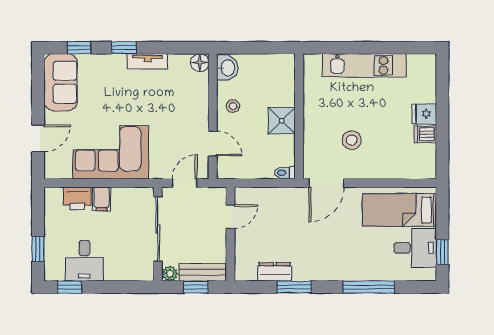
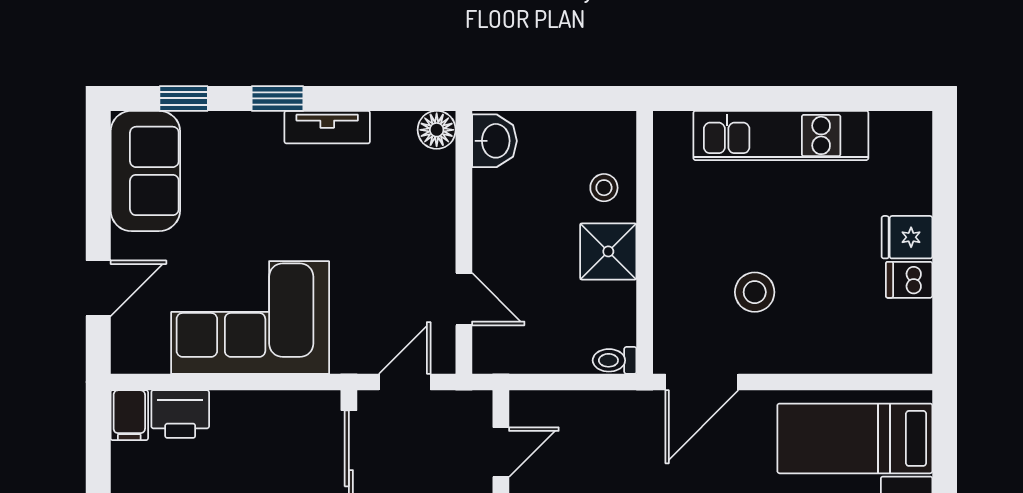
stool: (233, 106) -> (604, 188), moved
filing cabinet: (102, 199) -> (129, 415), moved

